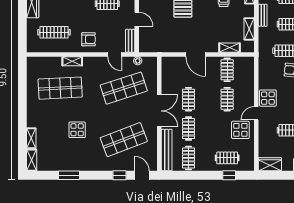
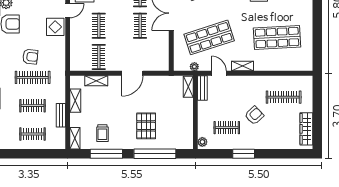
door: (137, 19) -> (195, 111), removed
armchair: (89, 39) -> (254, 115), moved, turned 137
shelving: (143, 42) -> (188, 87), added
door: (196, 55) -> (132, 73), swing flipped
shelving: (72, 61) -> (242, 66), moved

